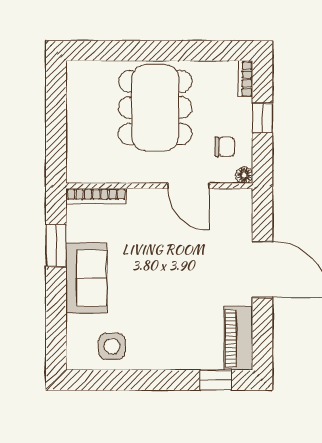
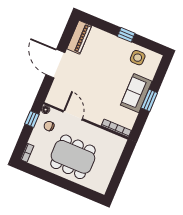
dining table: (155, 108) -> (73, 157), turned 90
window: (262, 118) -> (32, 119), moved
window: (56, 246) -> (149, 100), moved
window: (216, 380) -> (126, 35), moved

